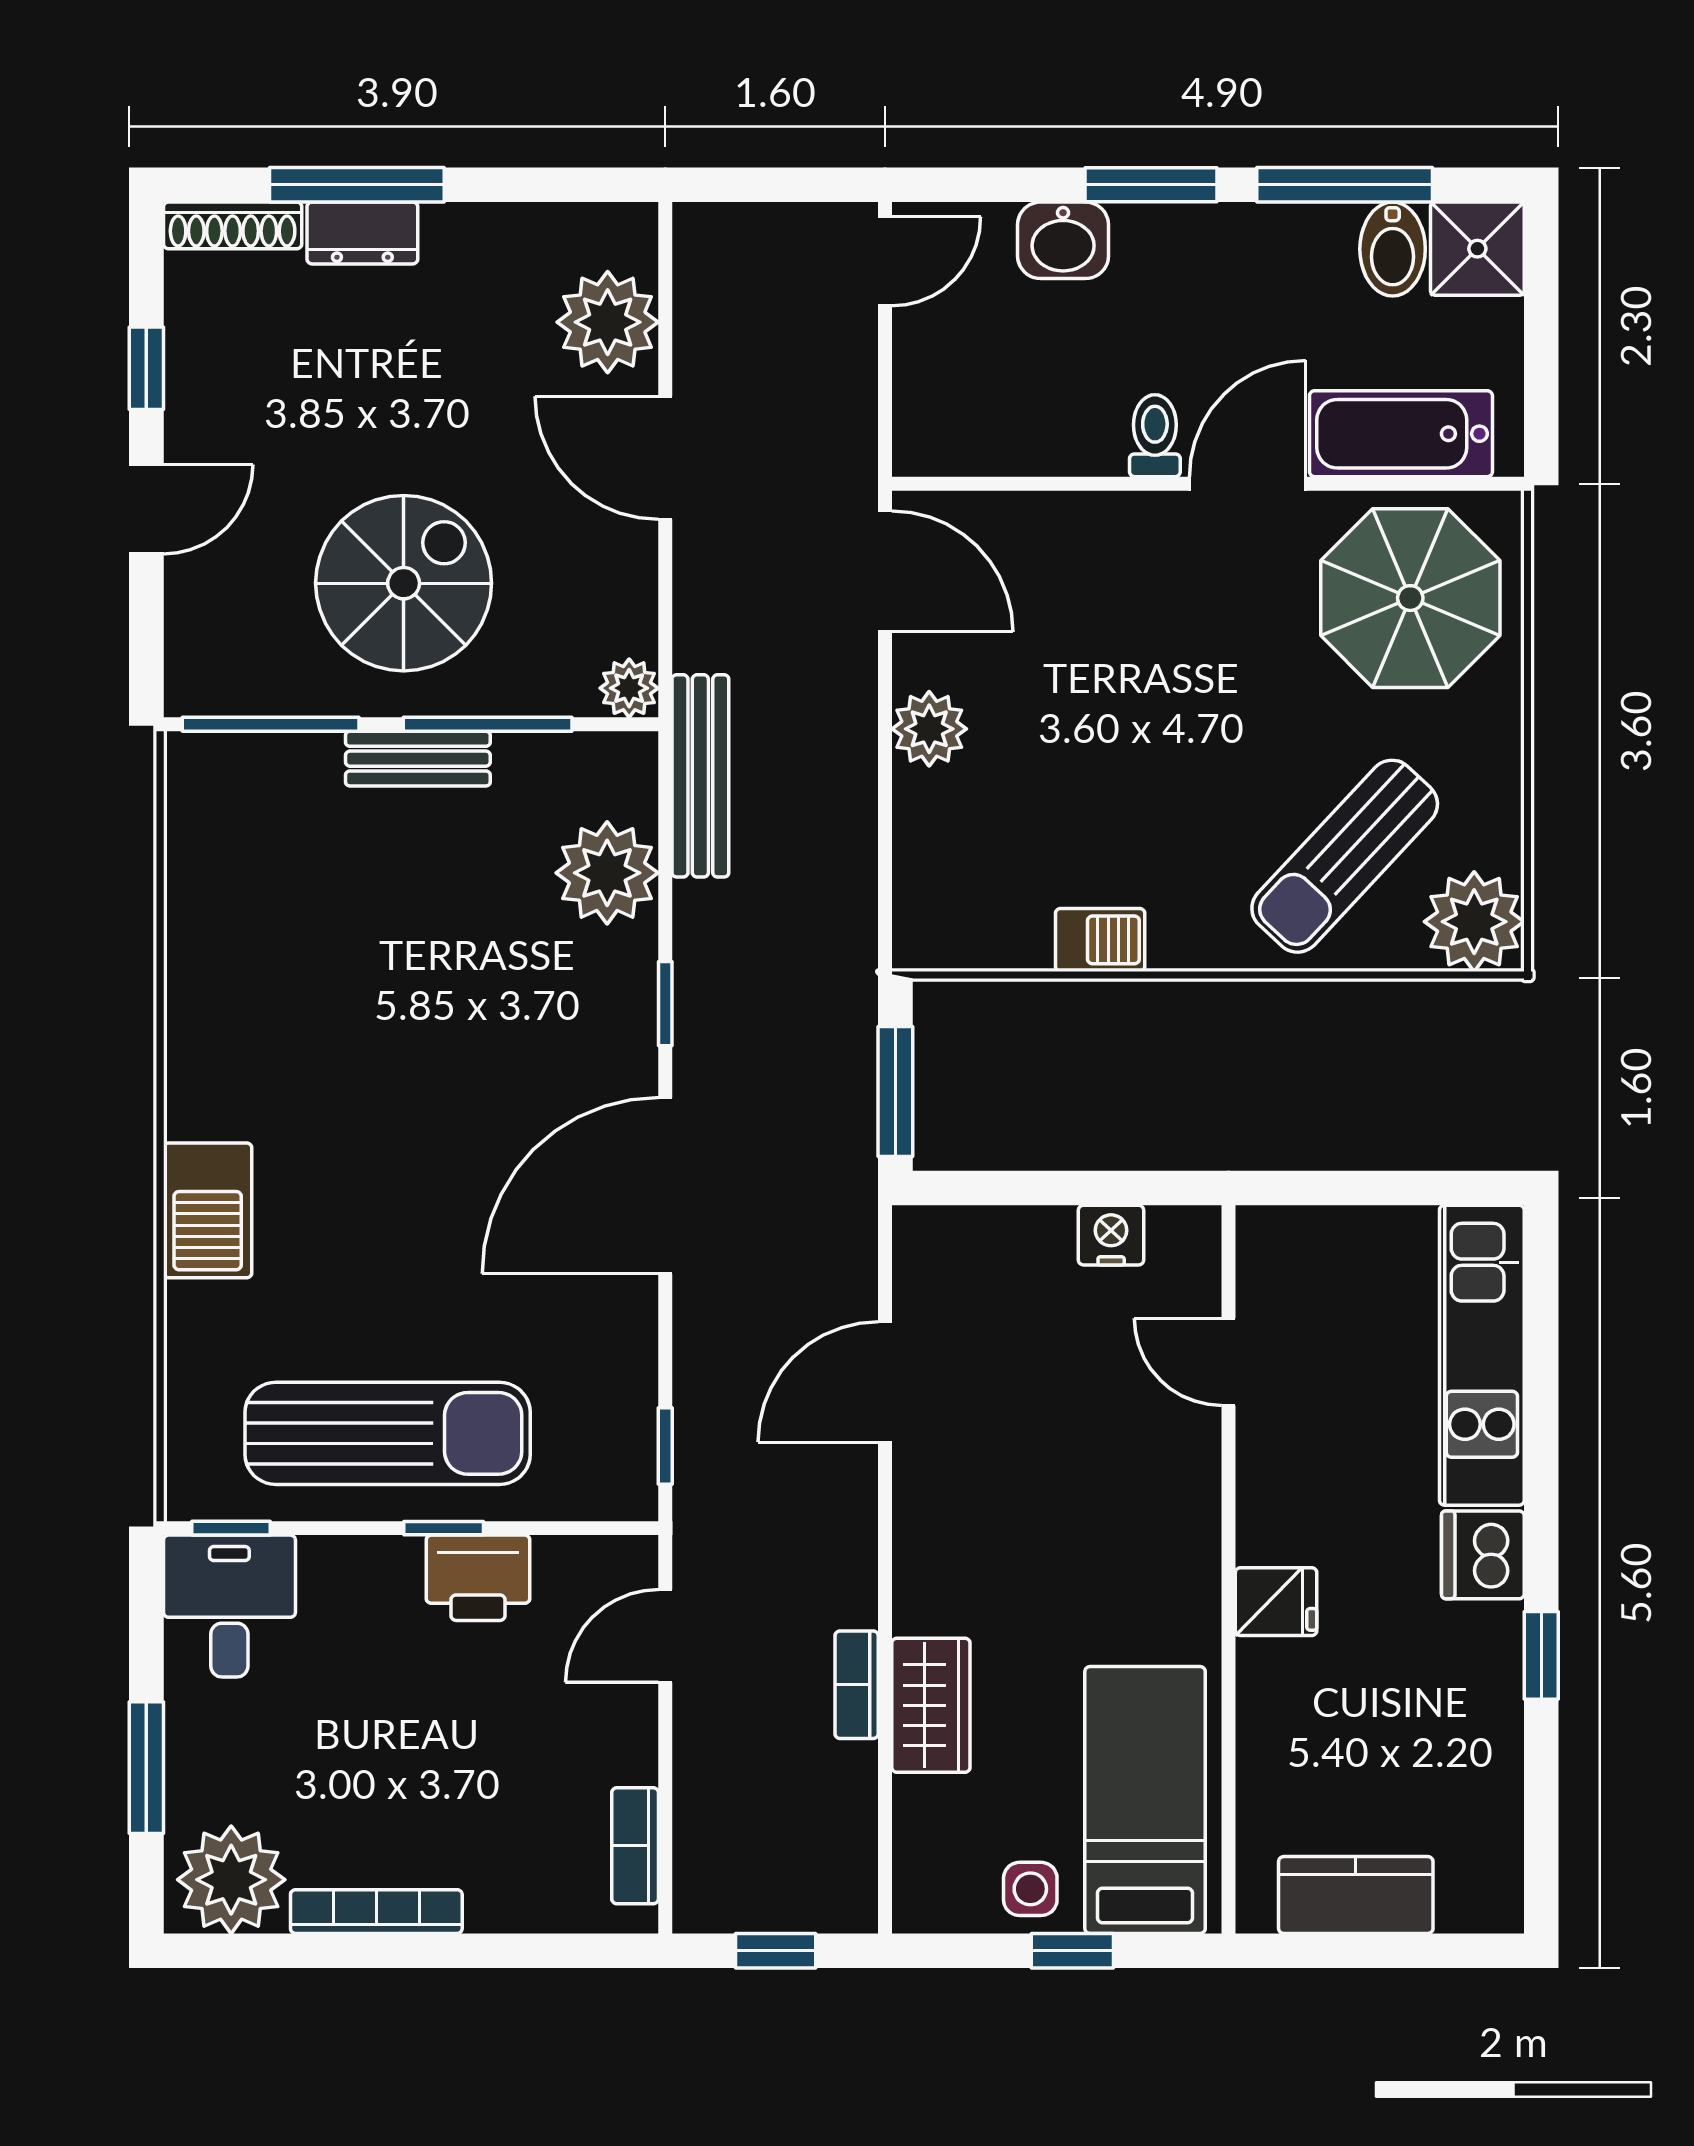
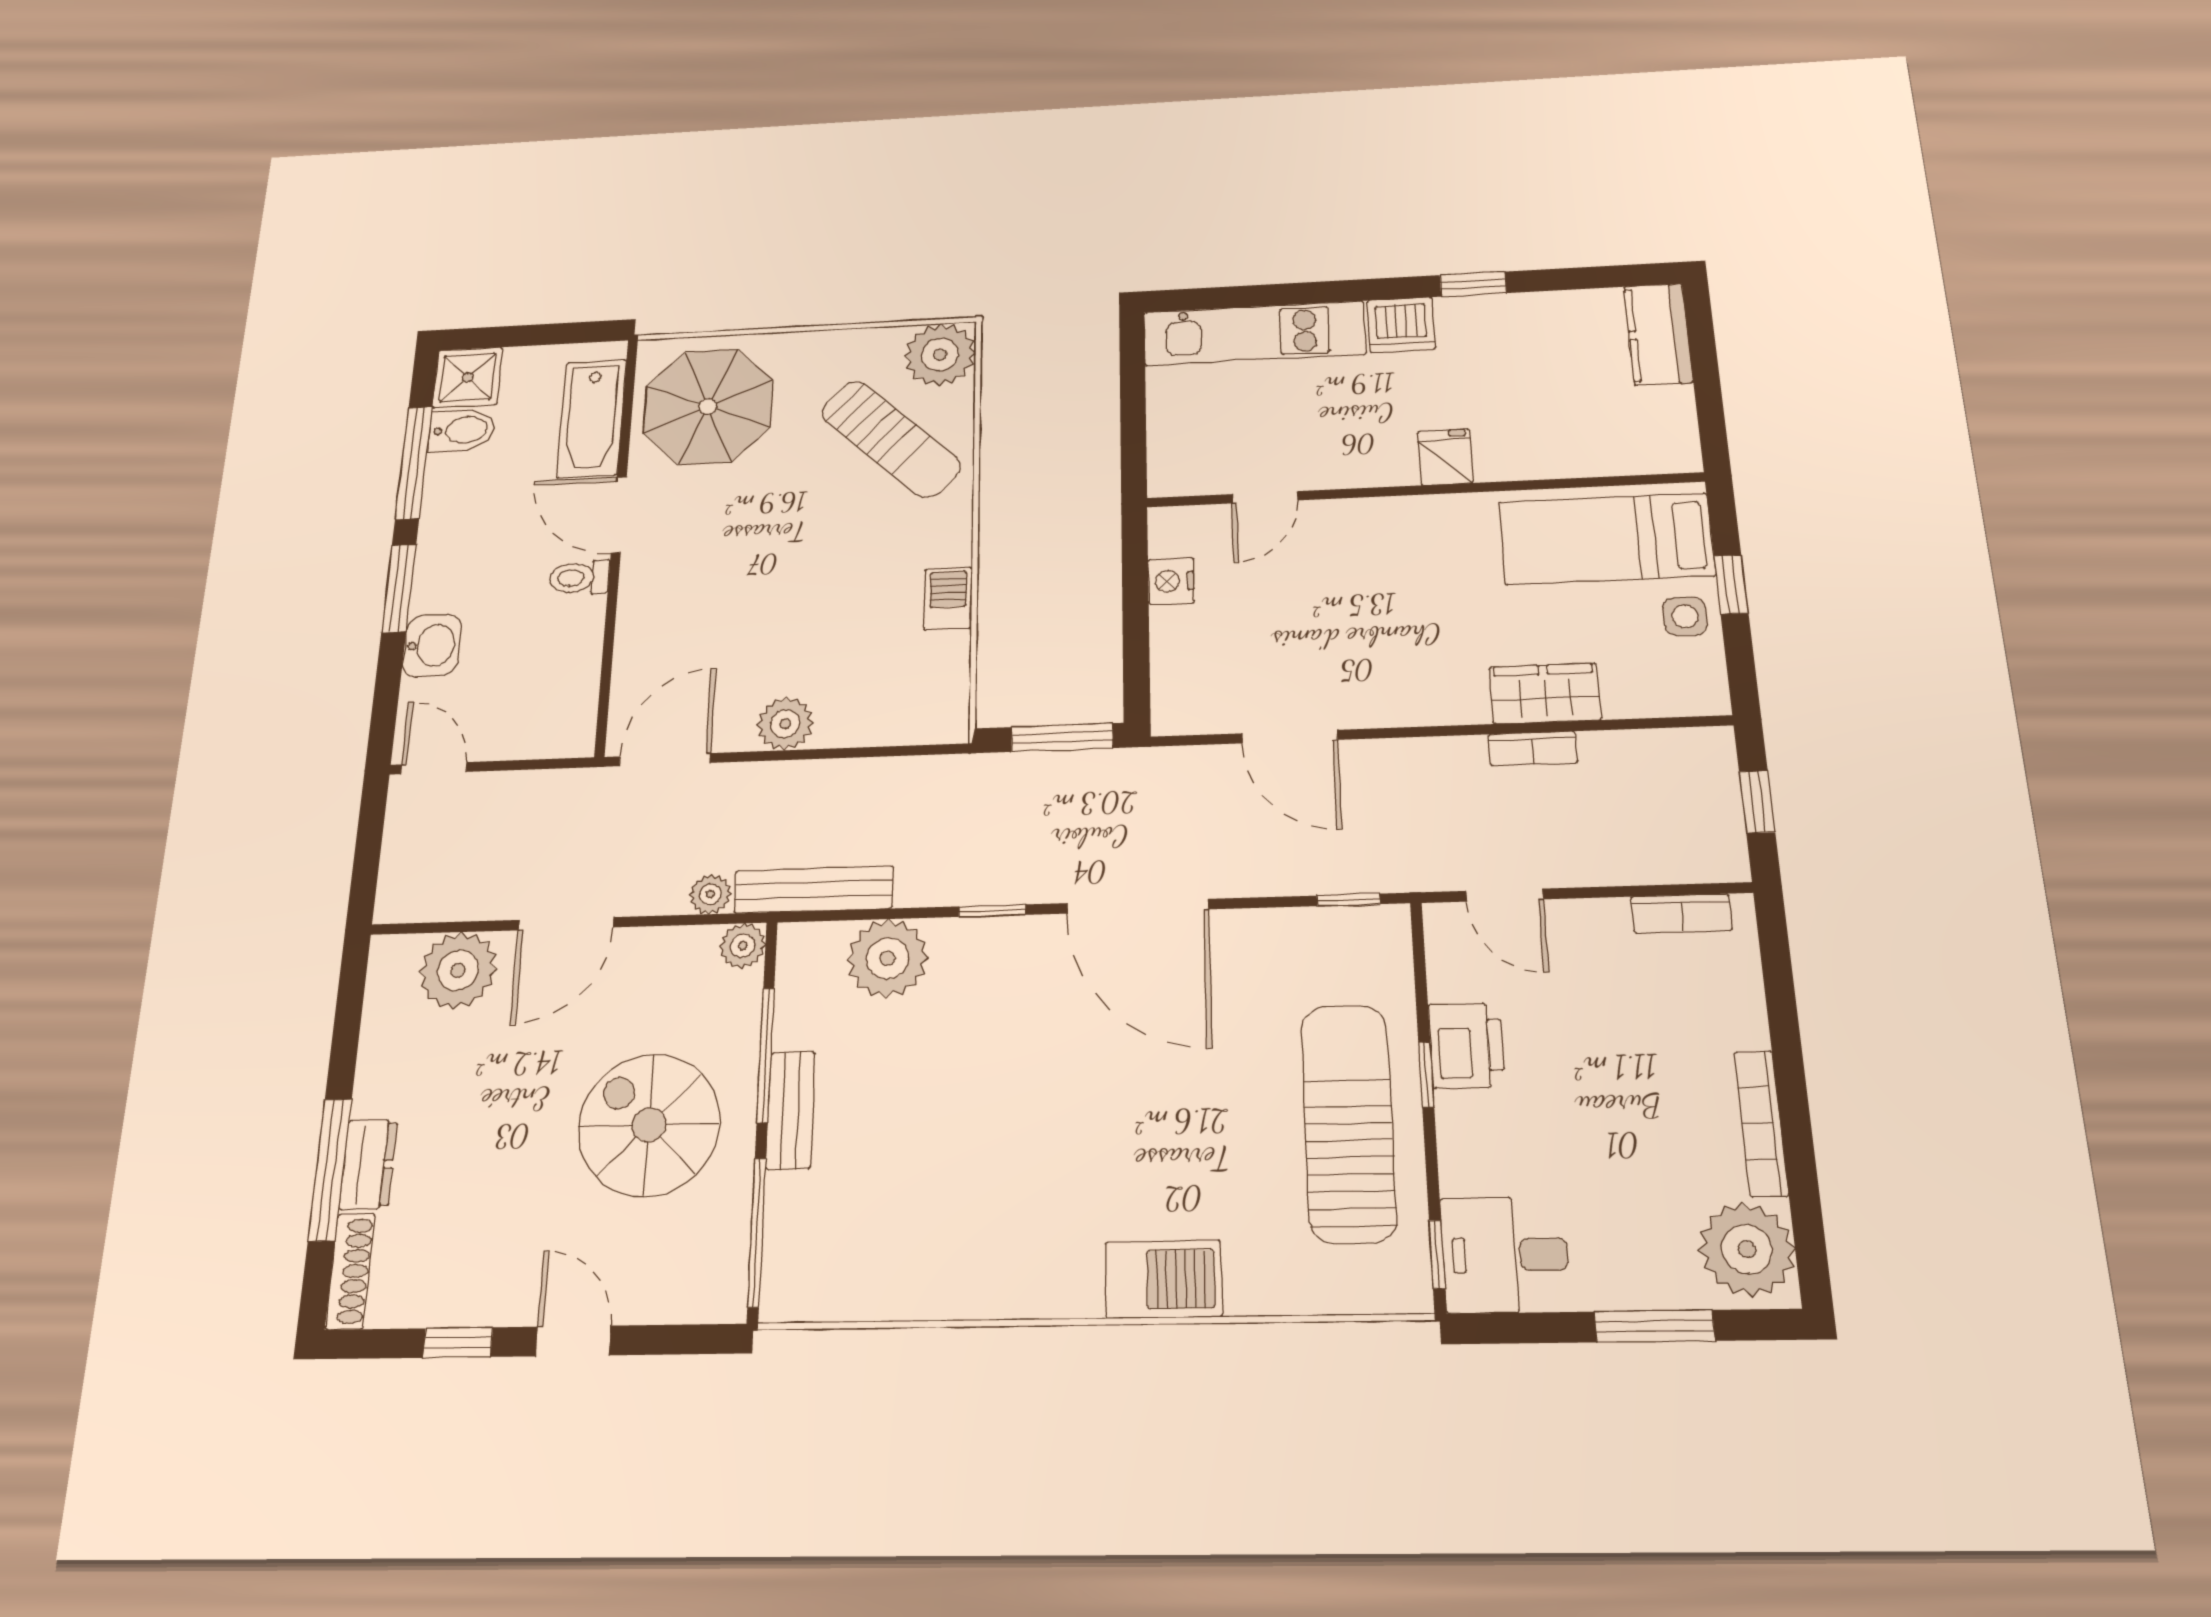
plant: (698, 643) -> (710, 894), added
kitchen counter: (1356, 1895) -> (1658, 334), moved

